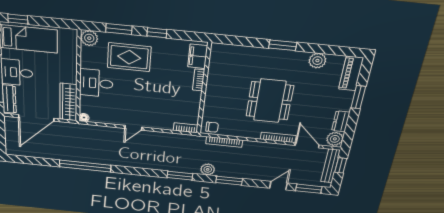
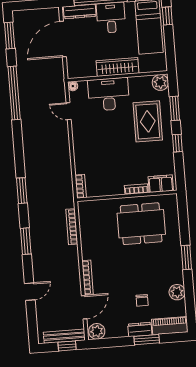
desk: (96, 83) -> (109, 94), width x1.37
dining table: (270, 101) -> (141, 224), moved
wardrobe: (68, 102) -> (117, 67), moved
door: (36, 118) -> (63, 39), hinge flipped
dresser: (341, 121) -> (140, 329), moved
chair: (212, 127) -> (142, 300), moved
door: (133, 128) -> (69, 111), moved
plant: (208, 169) -> (35, 217), removed
door: (278, 186) -> (30, 292), hinge flipped
window: (309, 189) -> (10, 36), moved

